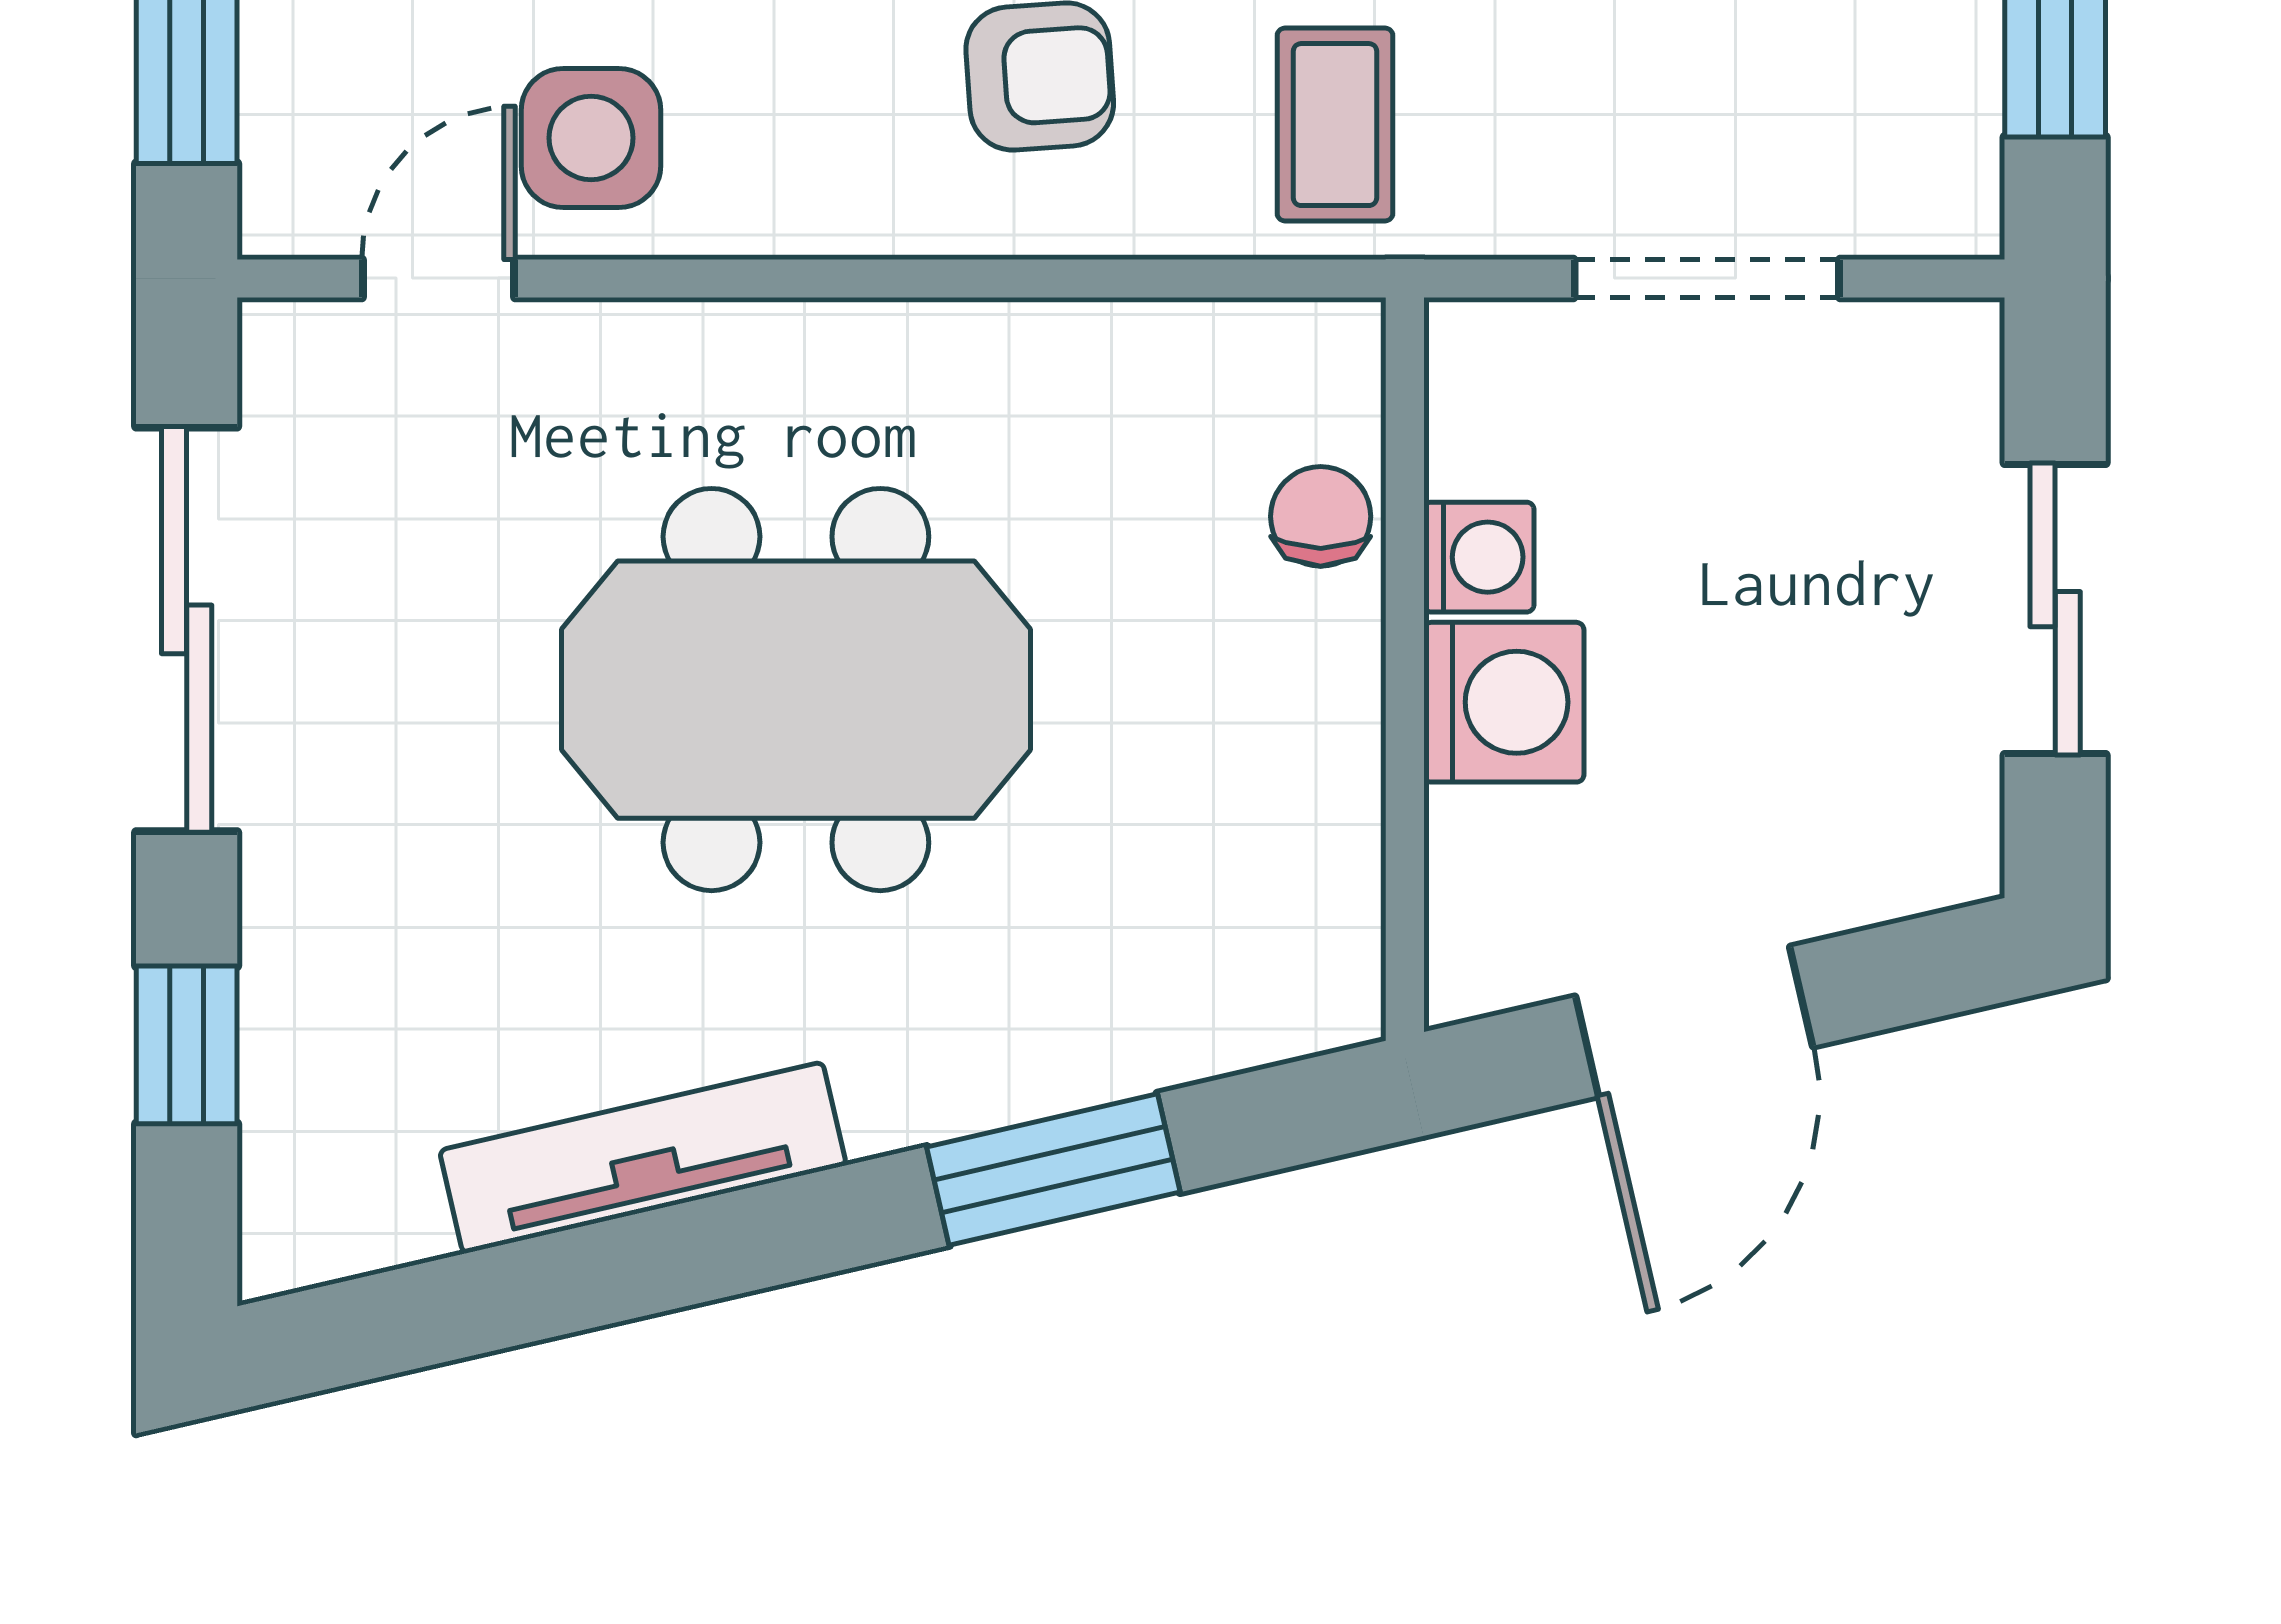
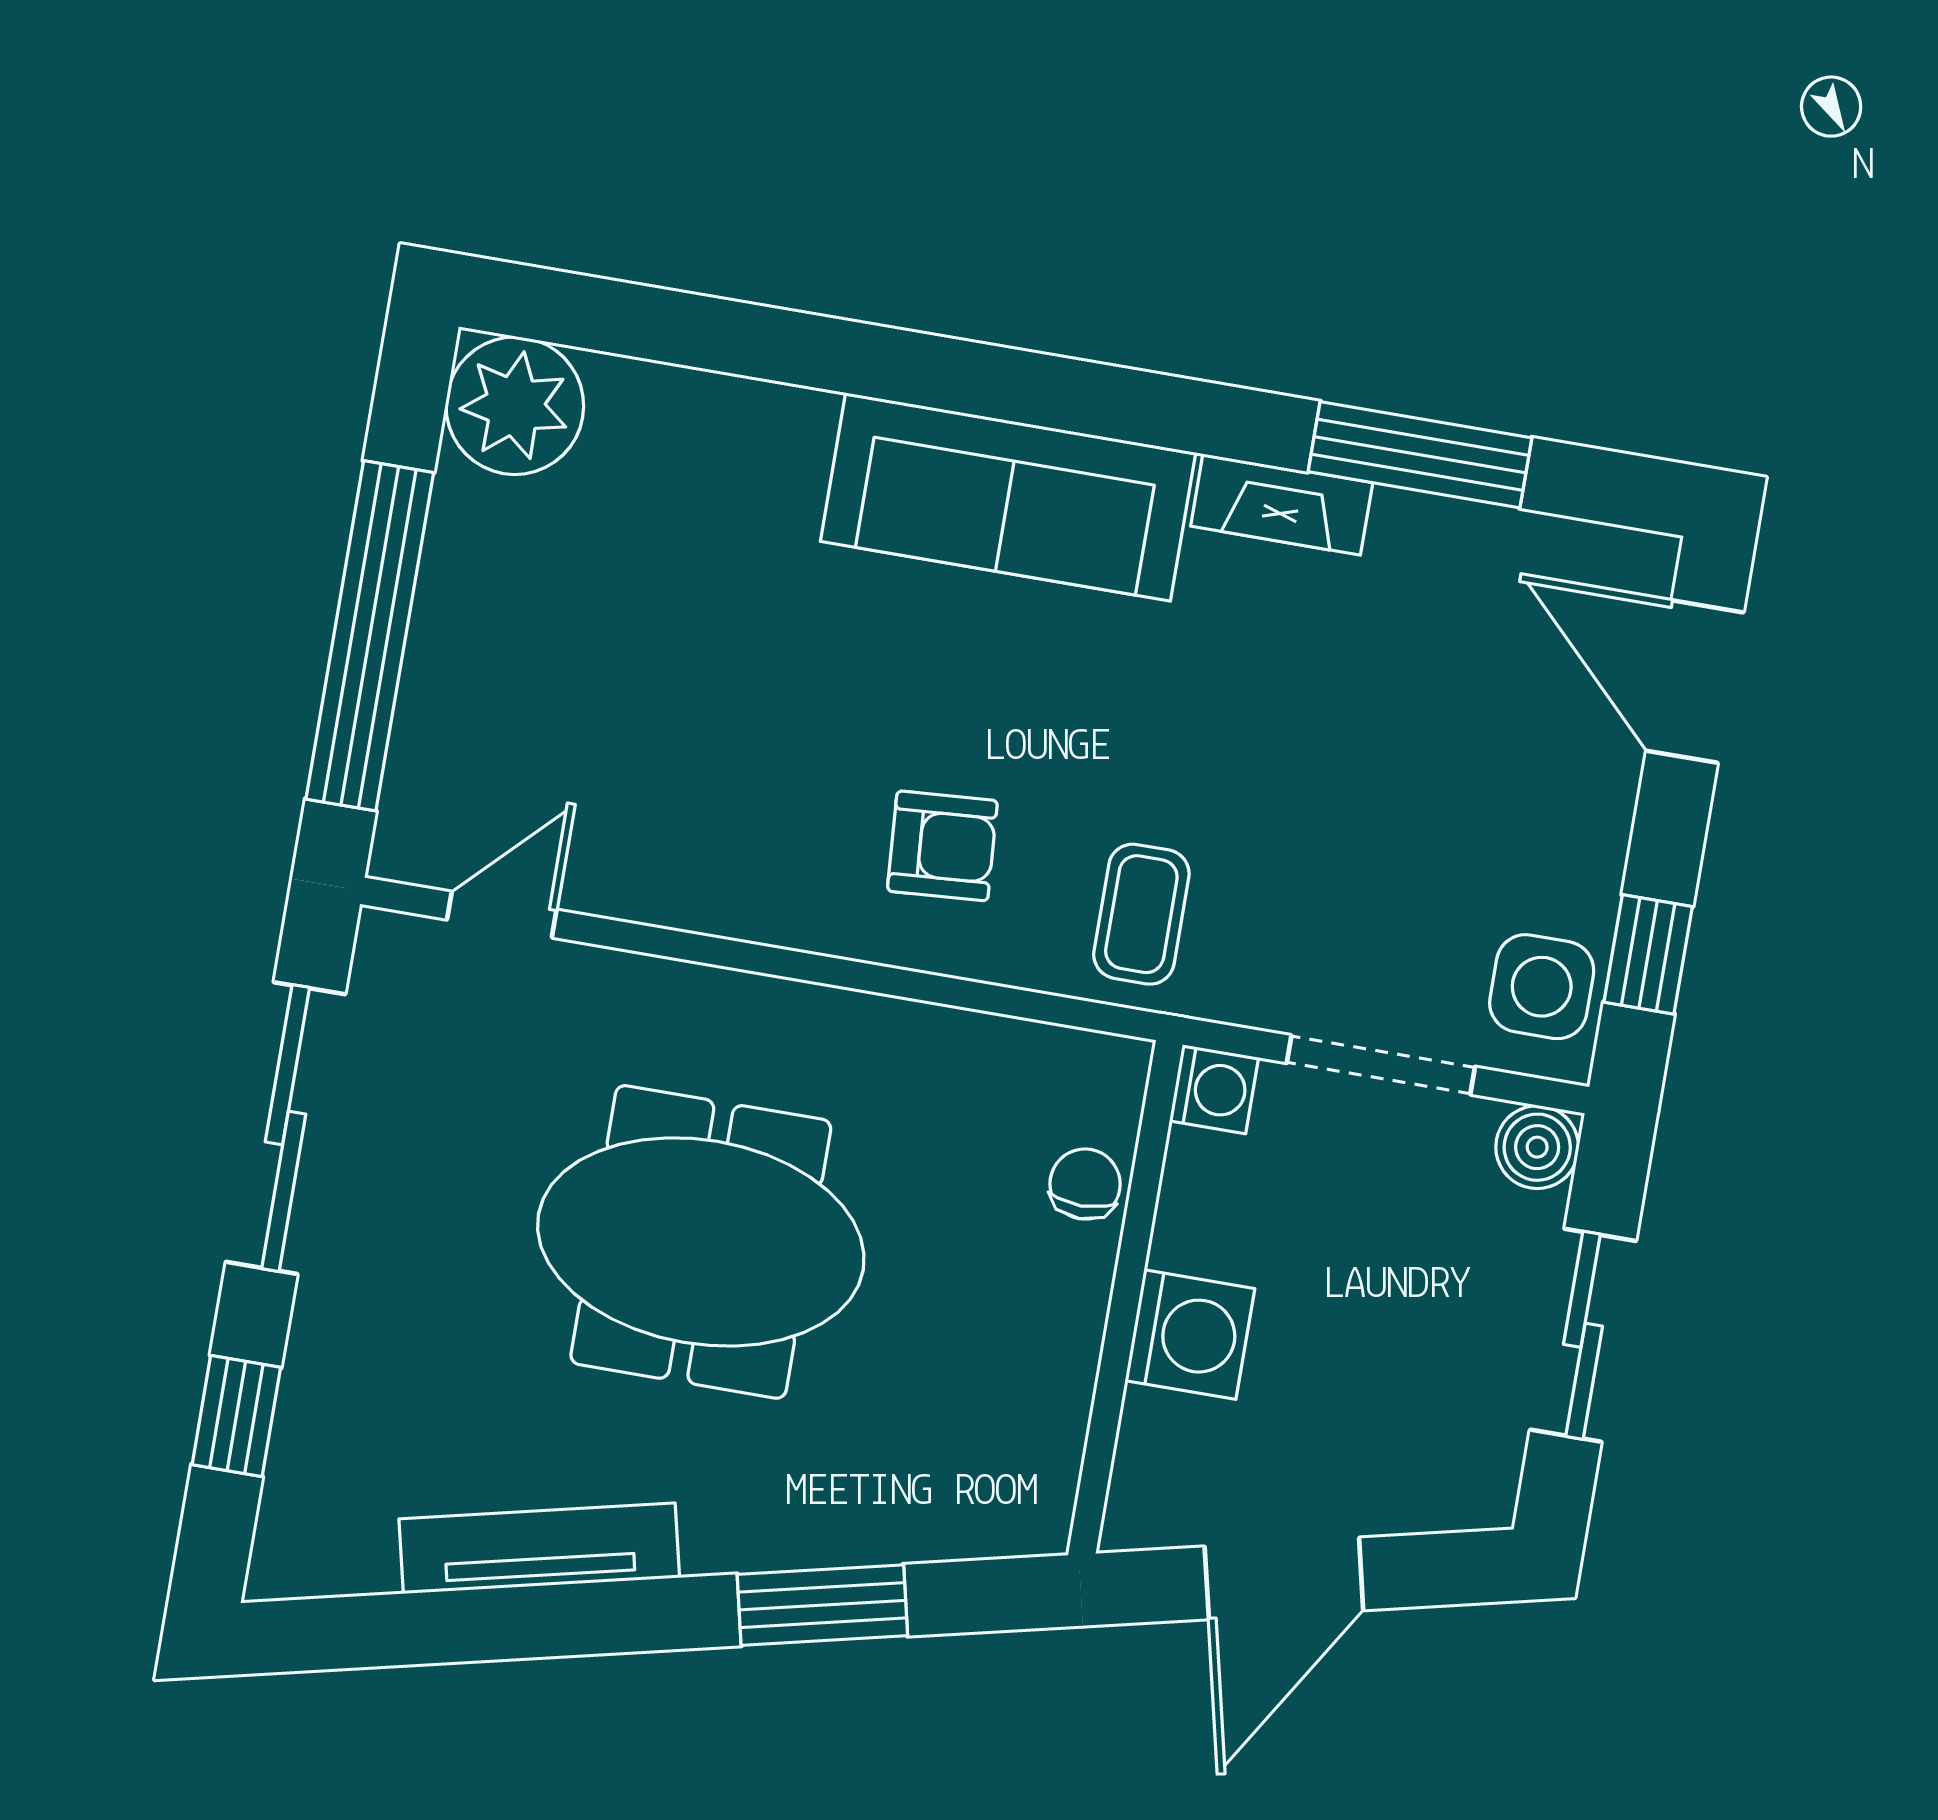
side table: (591, 138) -> (1542, 987), moved
boiler: (1946, 356) -> (1537, 1147), added
washing machine: (1479, 557) -> (1214, 1089), moved

